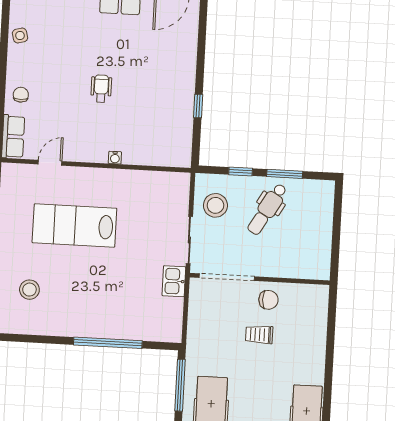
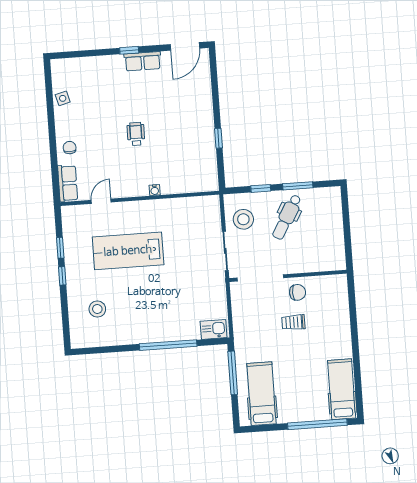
kitchen sink: (174, 281) -> (214, 329), moved, turned 90

